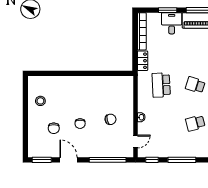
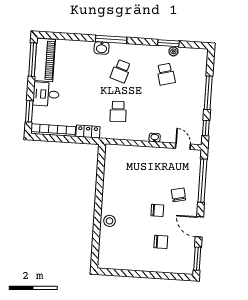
window: (168, 10) -> (29, 111), moved
school desk: (161, 85) -> (118, 111), width x0.54
stool: (40, 101) -> (110, 221), moved
chair: (110, 119) -> (178, 195), moved
door: (68, 160) -> (199, 227), hinge flipped

